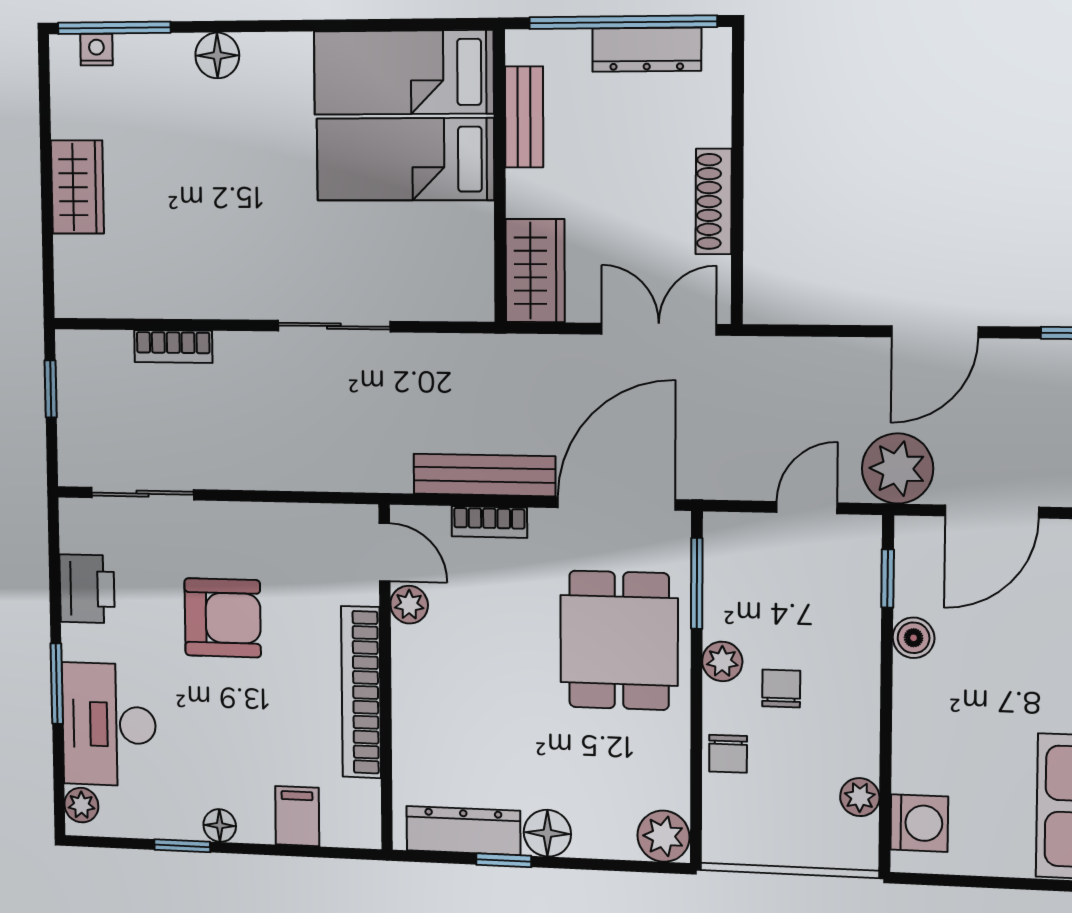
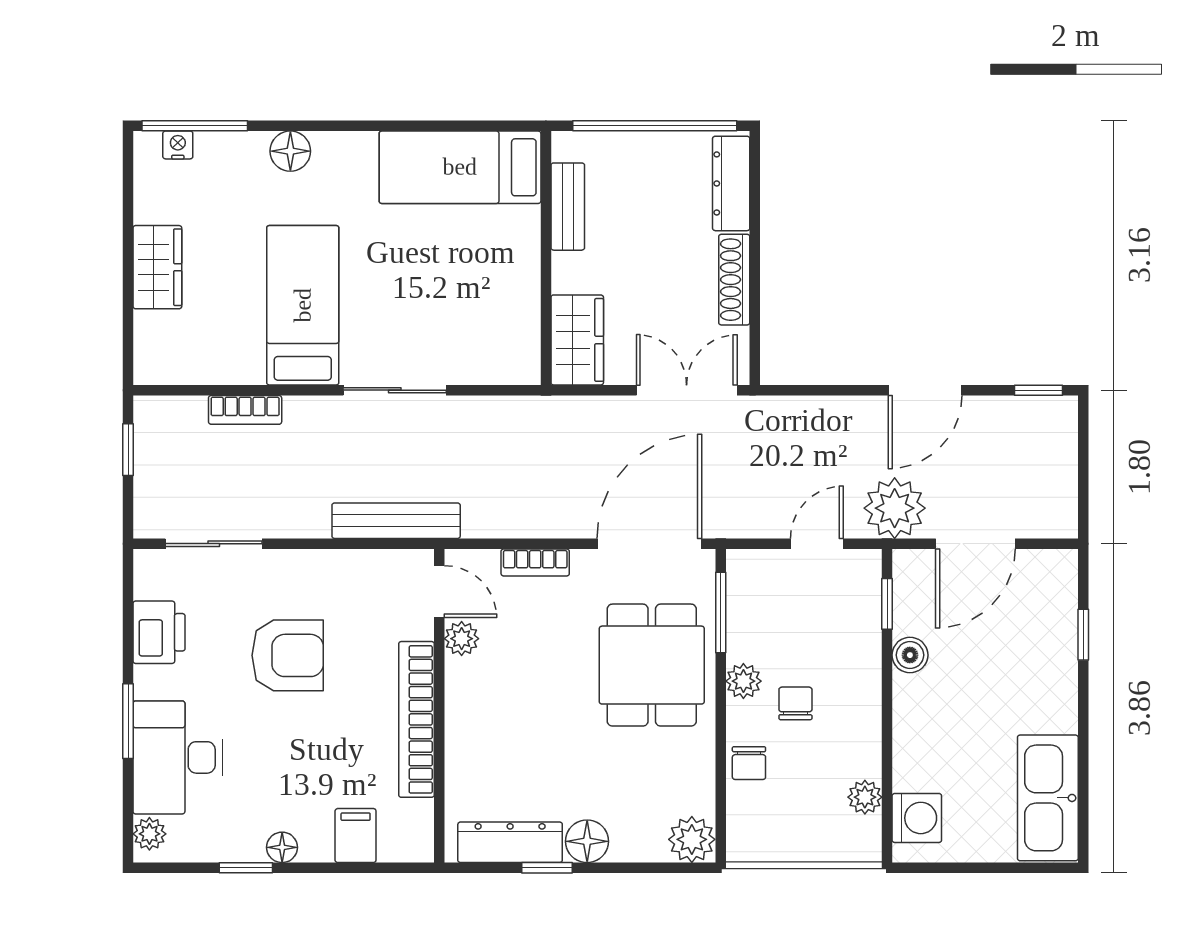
dresser: (647, 50) -> (731, 183), moved, turned 90
bed: (405, 159) -> (303, 305), moved, turned 90
bench: (484, 475) -> (396, 521), moved

